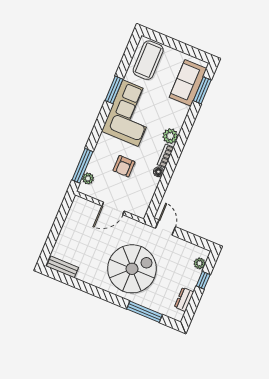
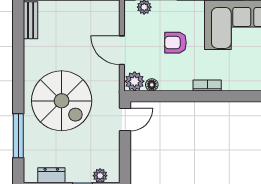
plant: (170, 136) -> (135, 81), moved
floor lamp: (158, 172) -> (152, 85), moved

